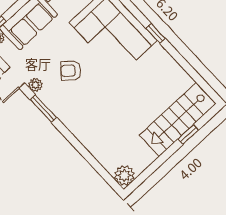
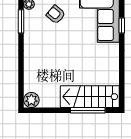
window: (156, 33) -> (122, 26), moved
window: (188, 135) -> (88, 110), width x2.17

